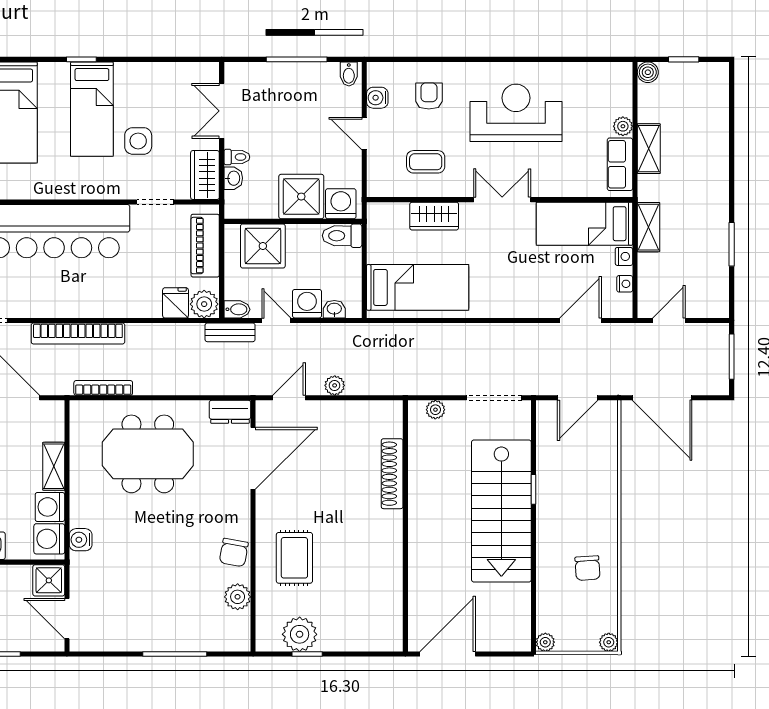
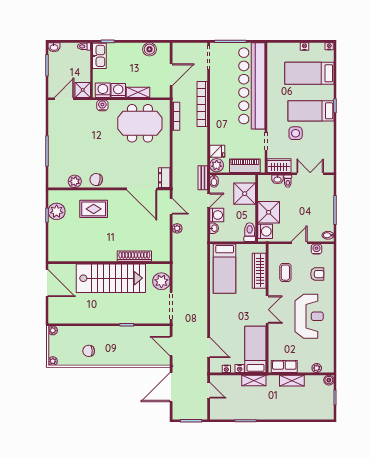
plant: (623, 126) -> (317, 368), moved
wardrobe: (434, 216) -> (259, 271), width x1.50
plant: (435, 410) -> (161, 281), width x1.88, depth x1.88
meeting table: (148, 454) -> (140, 123), moved, turned 90
stairs: (501, 511) -> (111, 278), moved, turned 180

